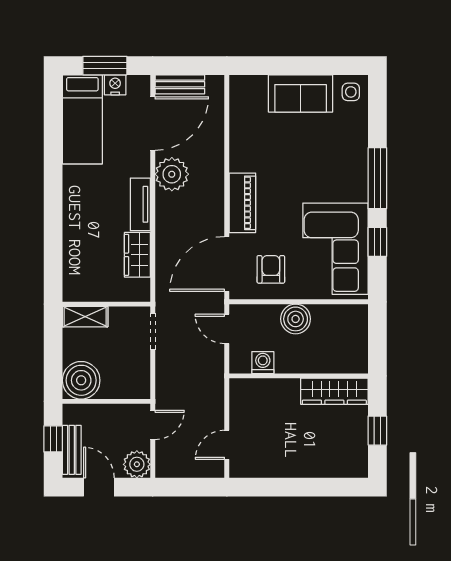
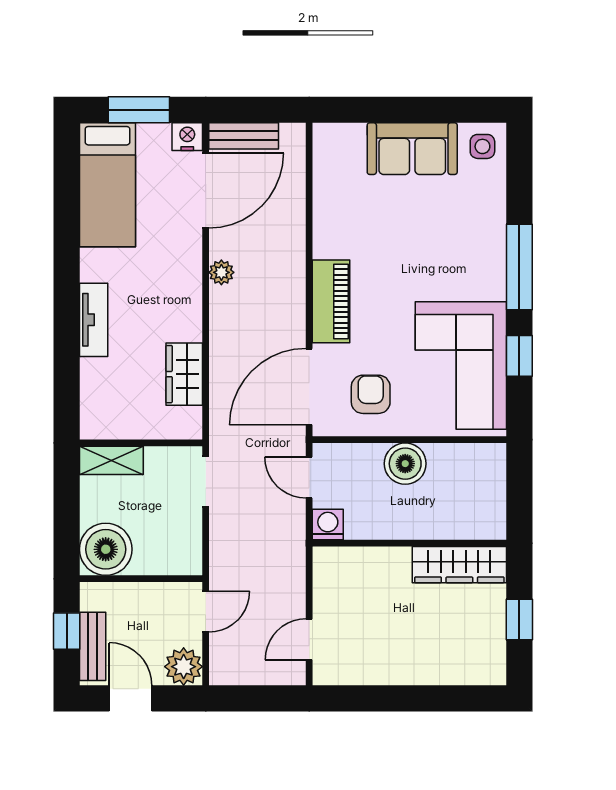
nightstand: (115, 85) -> (187, 137), moved
plant: (172, 174) -> (221, 272), width x0.53, depth x0.53
tv unit: (140, 204) -> (94, 320), moved, turned 180
washing machine: (263, 363) -> (328, 525), moved

